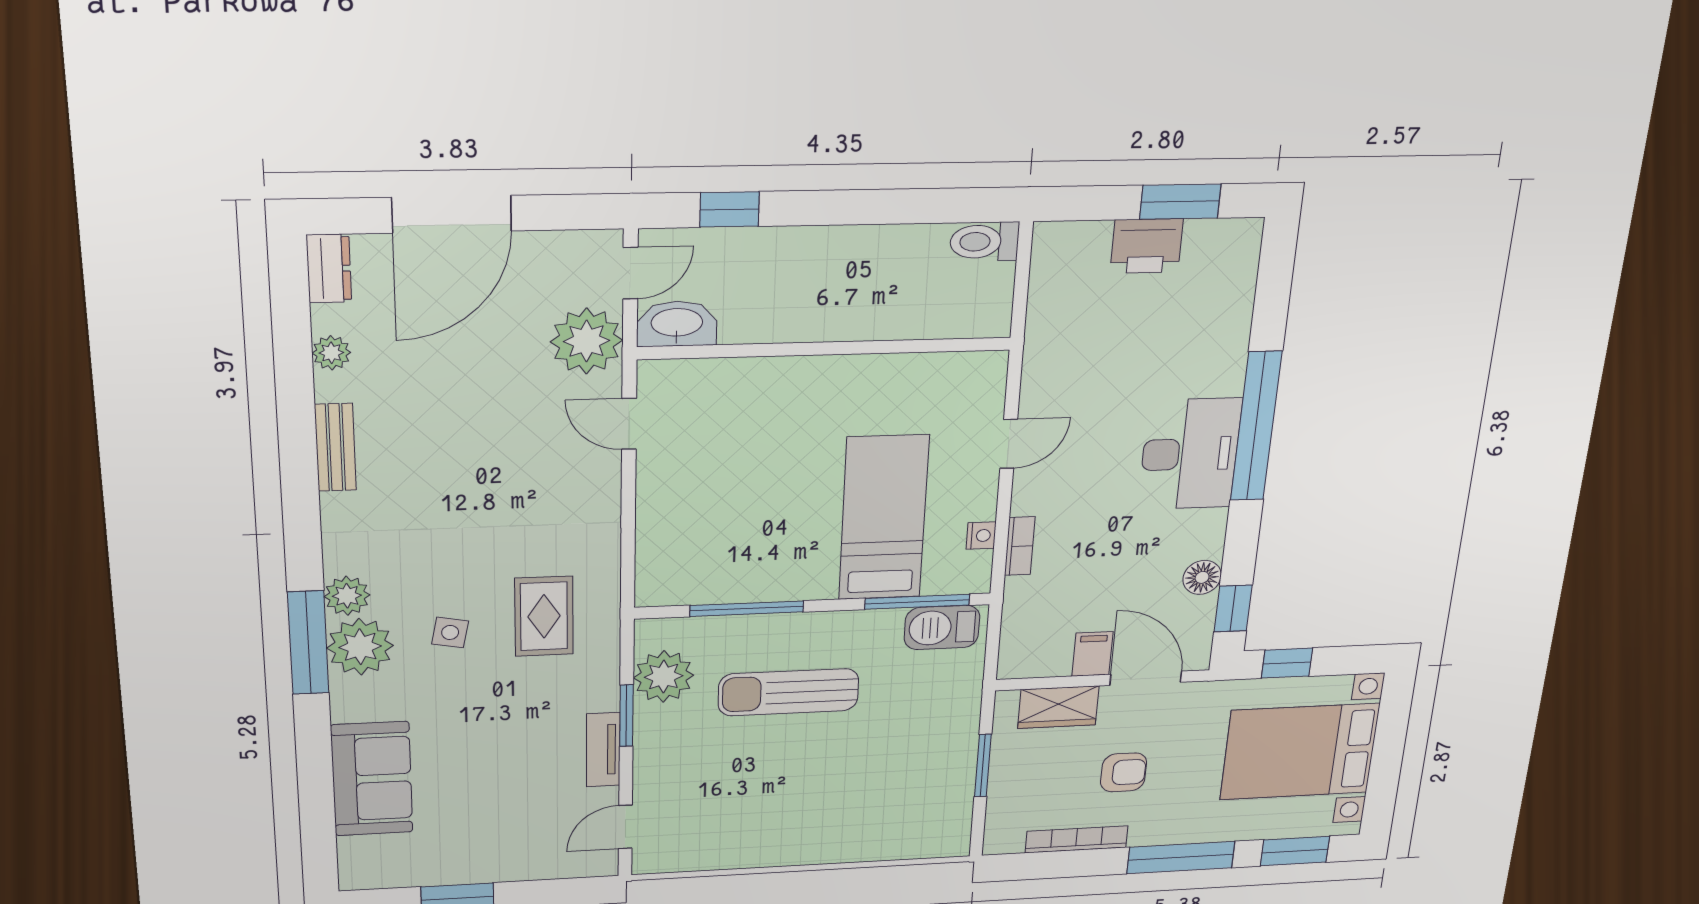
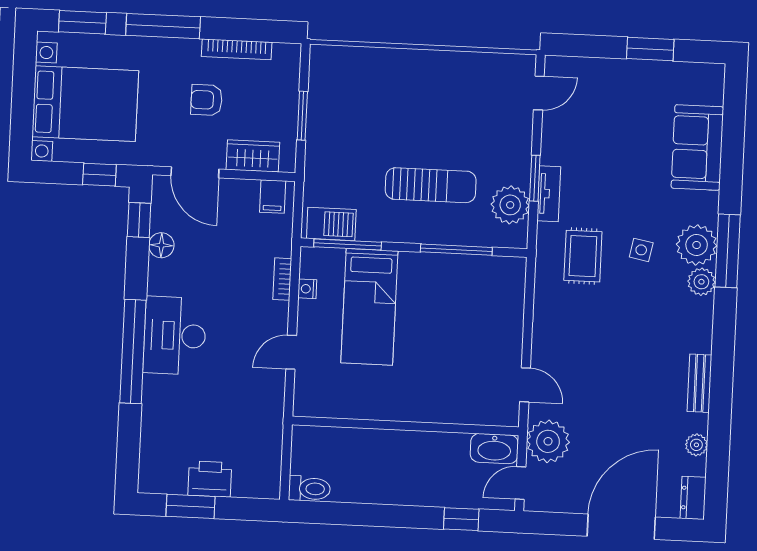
filing cabinet: (1092, 654) -> (273, 196), moved
tv unit: (603, 750) -> (549, 194), moved

